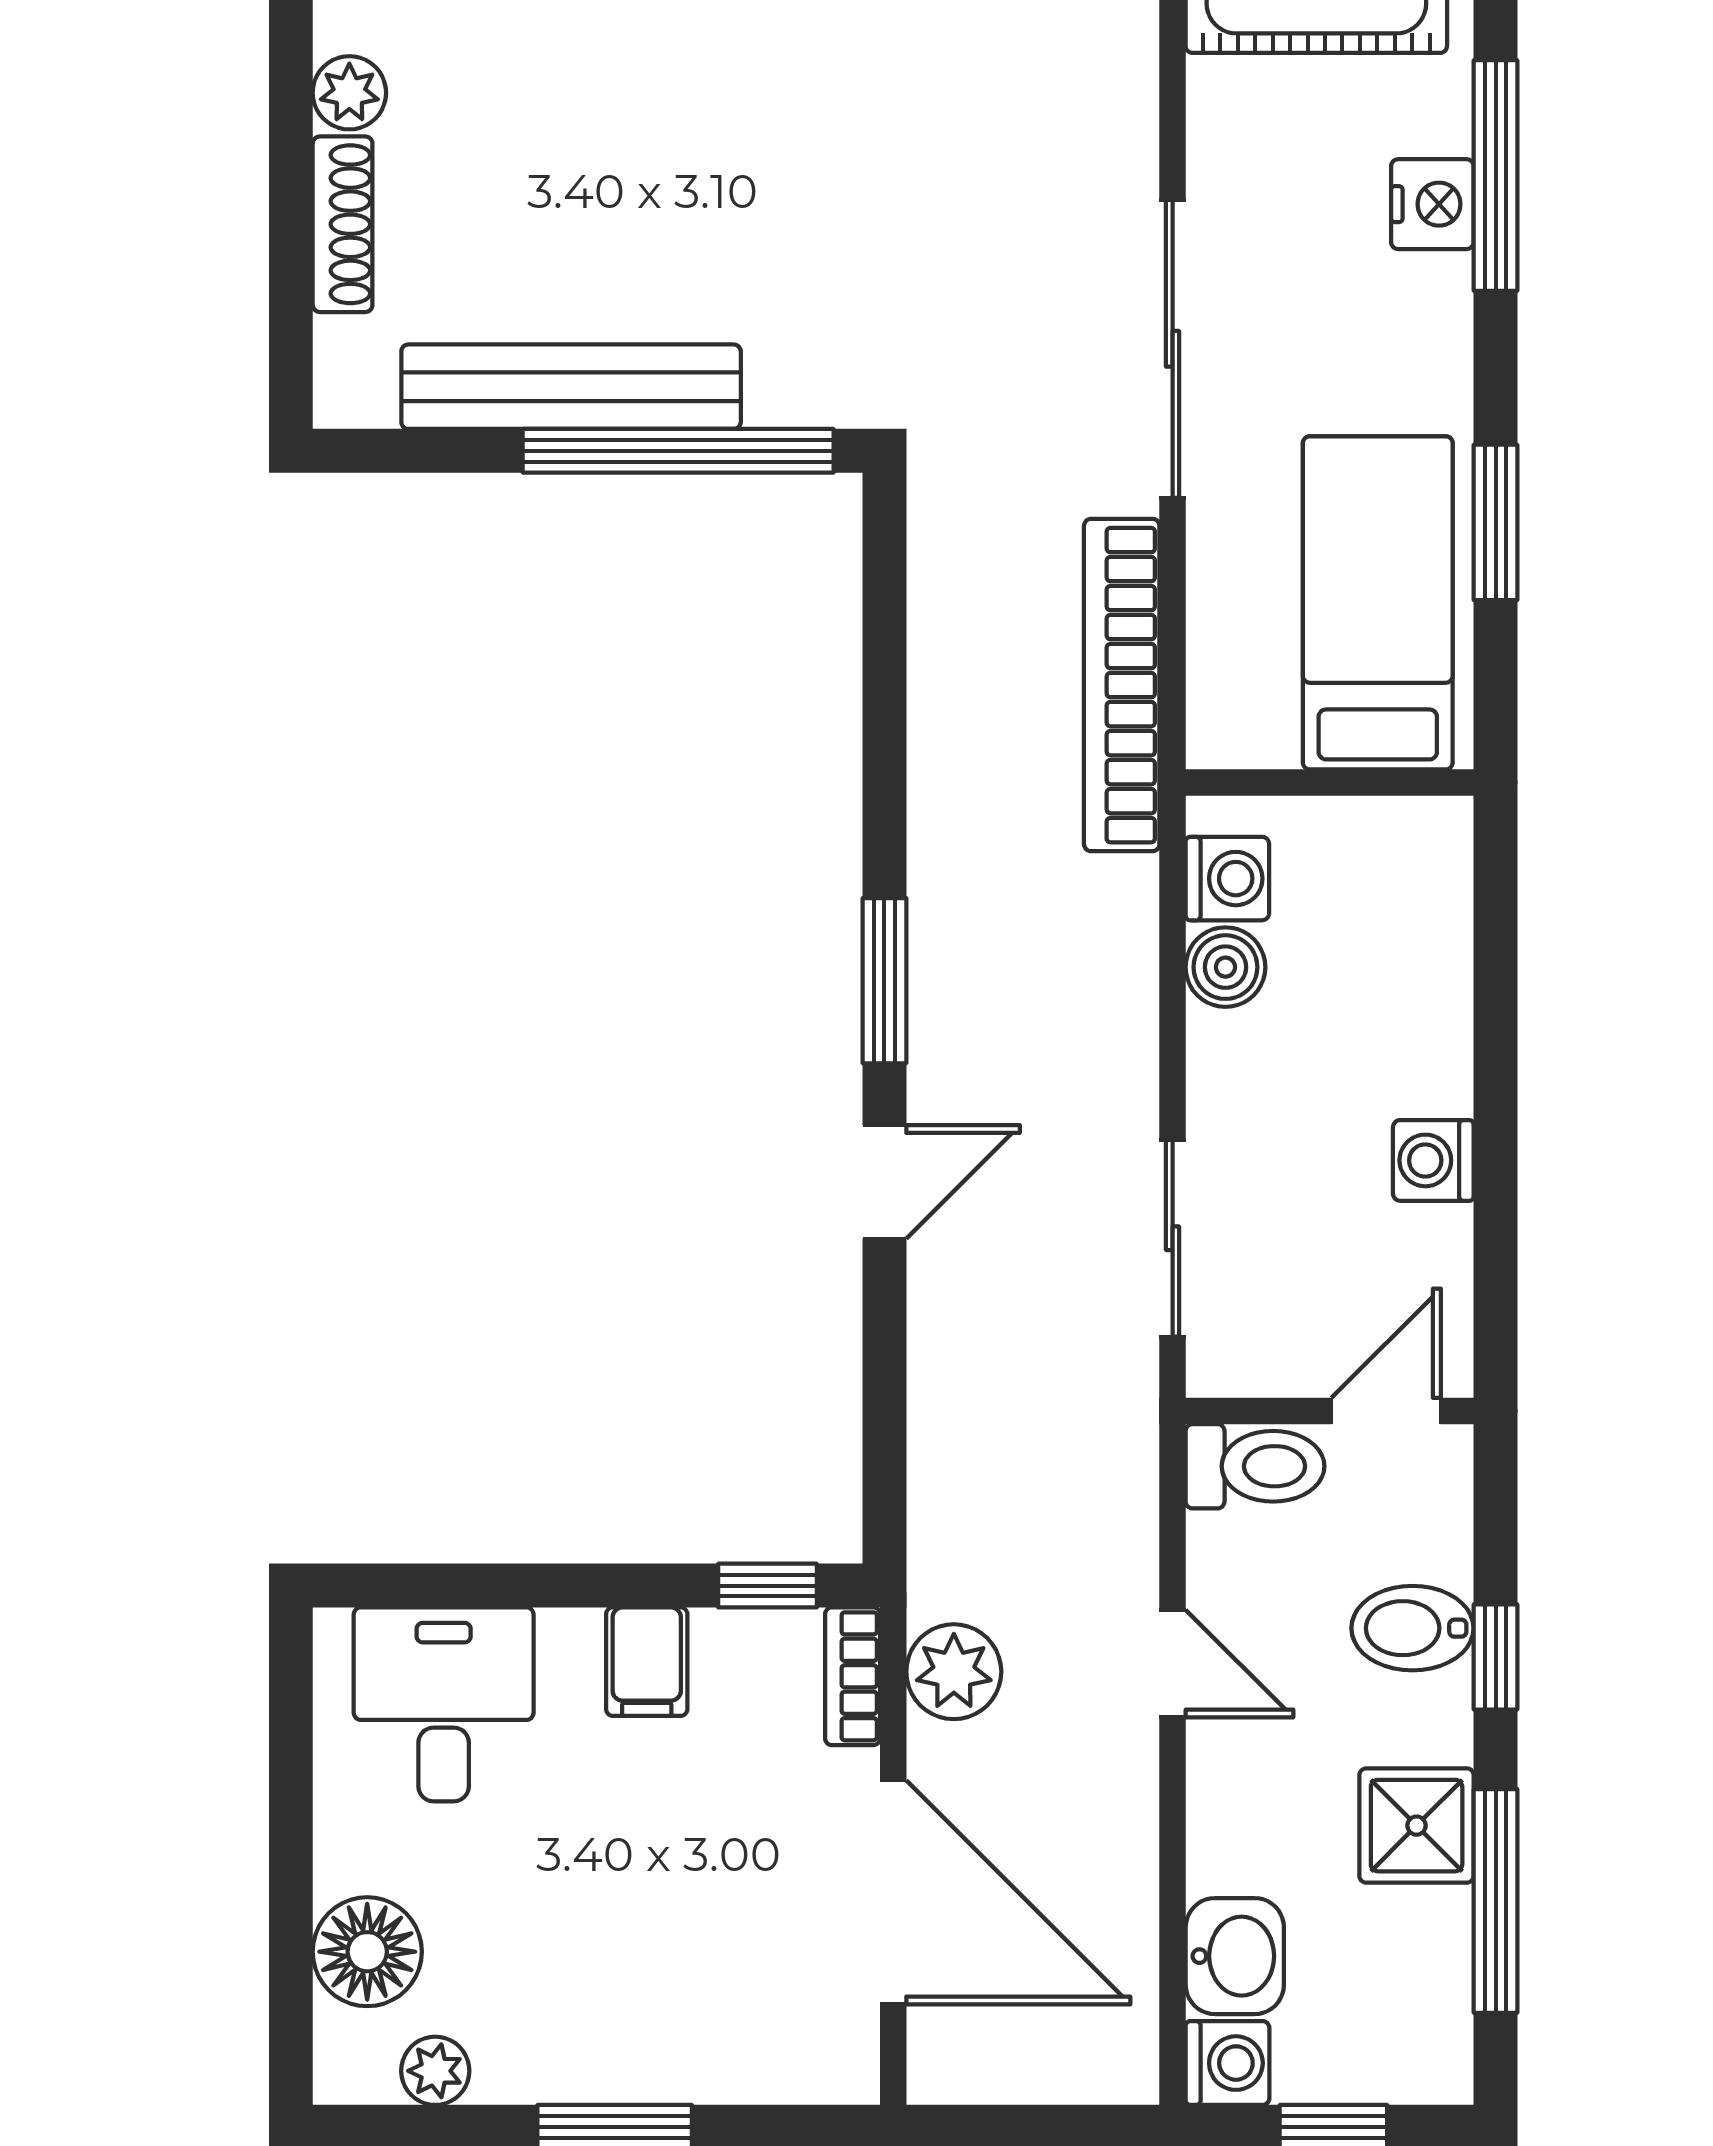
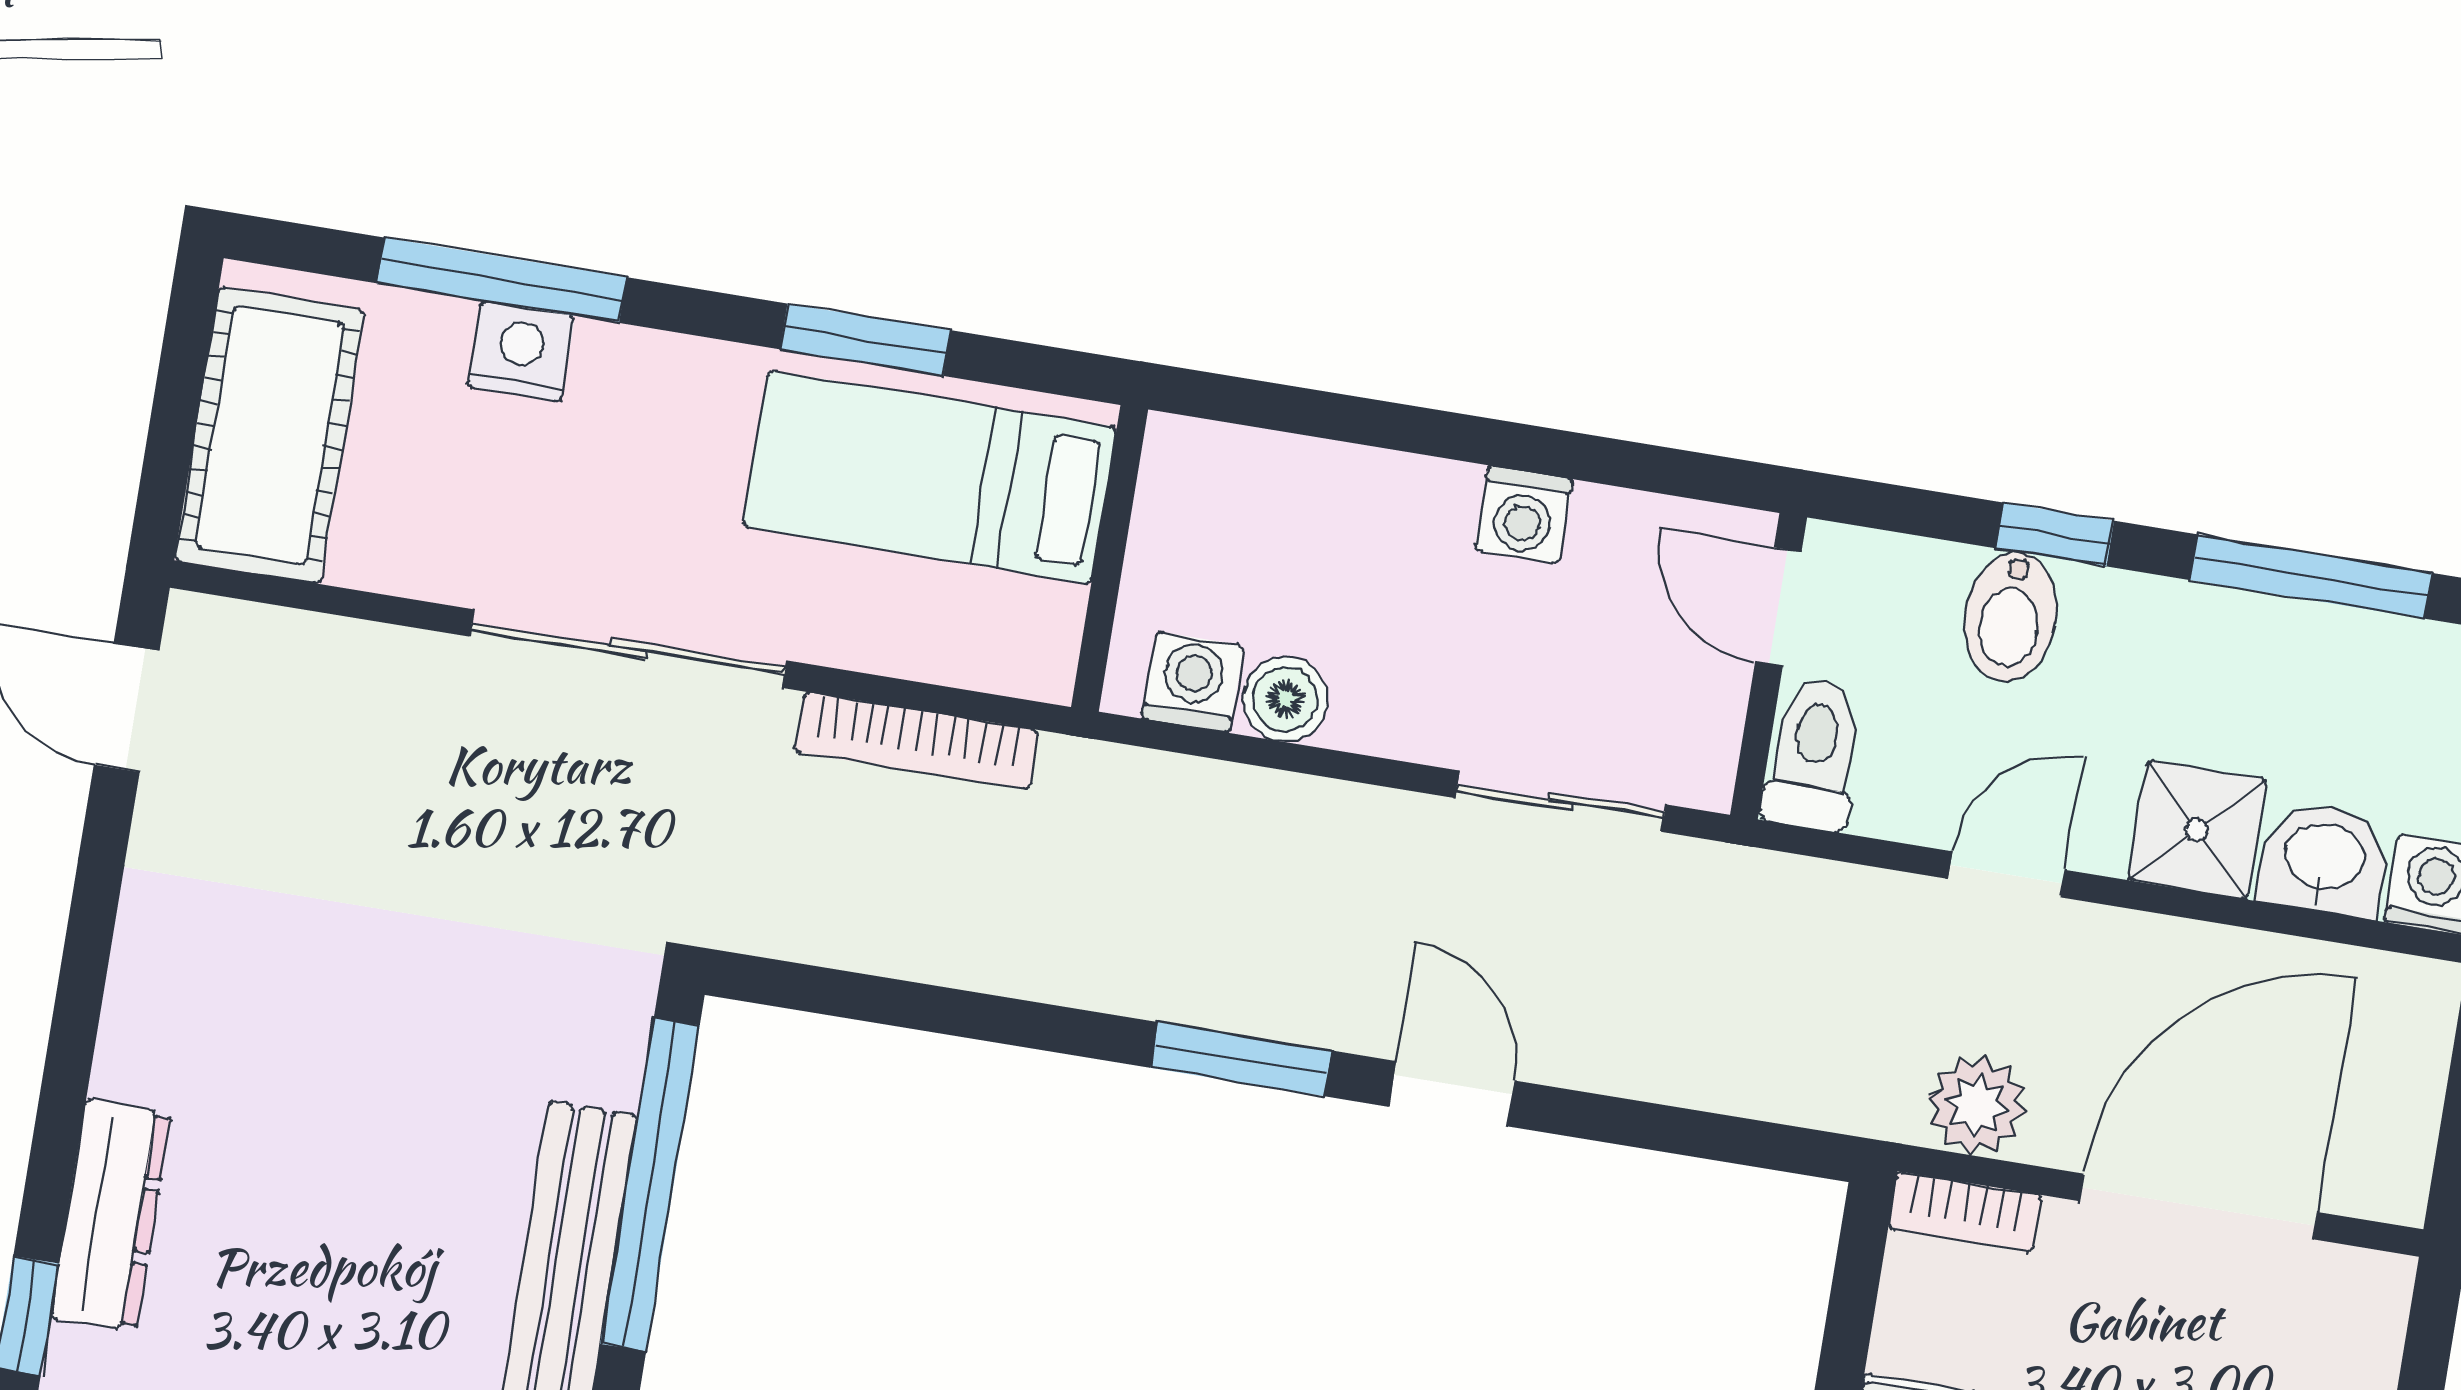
bookcase: (1122, 685) -> (917, 741), width x0.68, depth x0.76
window: (768, 1586) -> (1855, 1286), removed
shower: (1417, 1826) -> (2197, 830), moved

